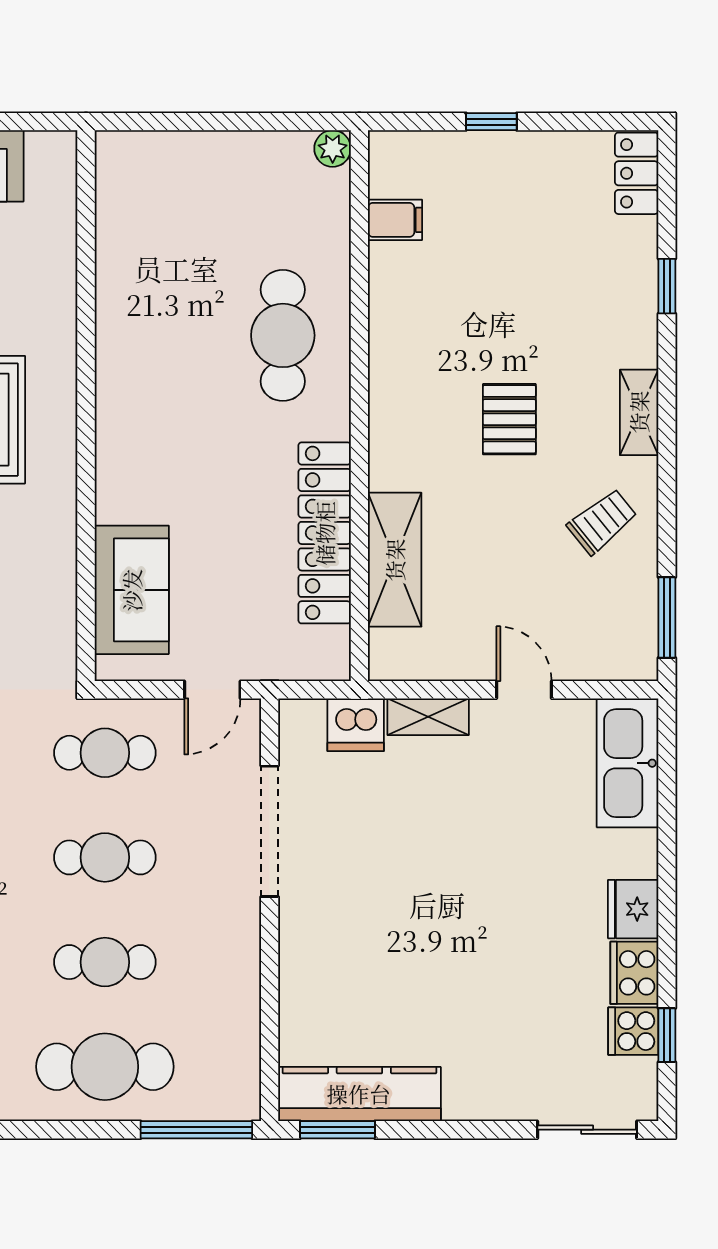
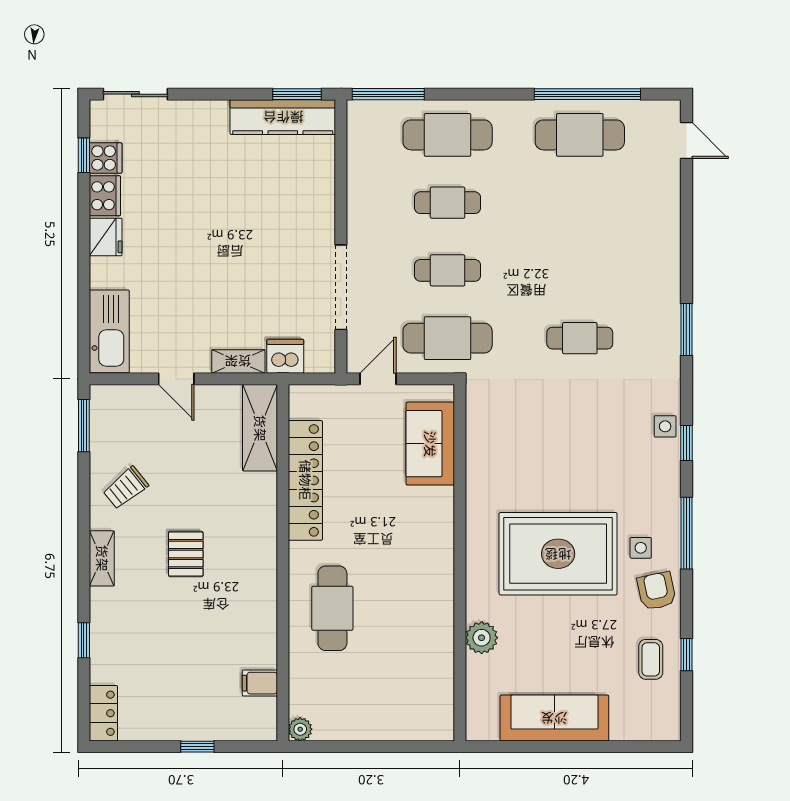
plant: (52, 290) -> (482, 638), added
shelving: (395, 560) -> (260, 428), moved
cafe table: (105, 753) -> (448, 338), width x1.37, depth x1.35

